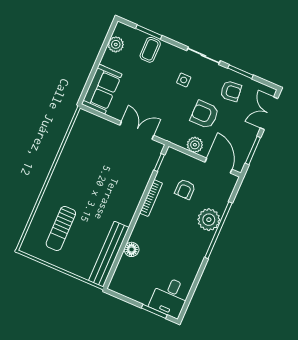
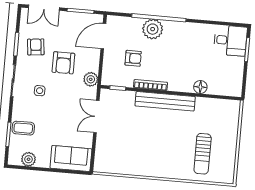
plant: (195, 145) -> (91, 79), moved
sun lounger: (61, 228) -> (203, 154), turned 90
bench: (109, 254) -> (165, 101), moved

